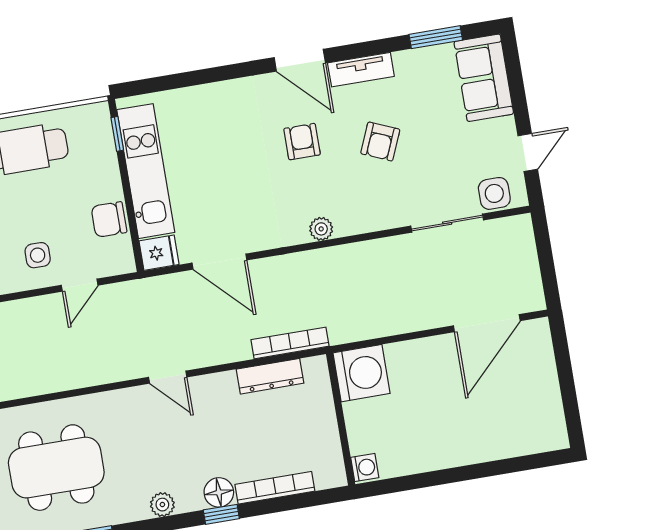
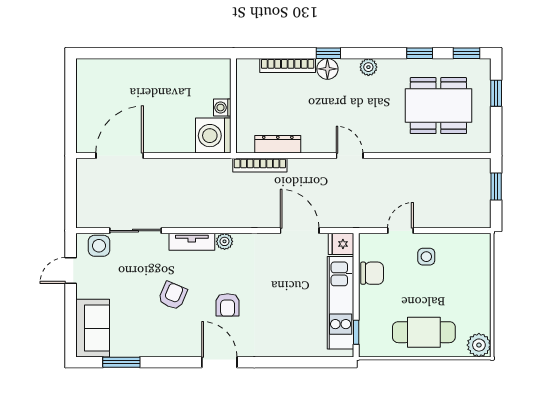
tv unit: (361, 70) -> (192, 242), moved, turned 180
washing machine: (365, 467) -> (222, 108), moved

